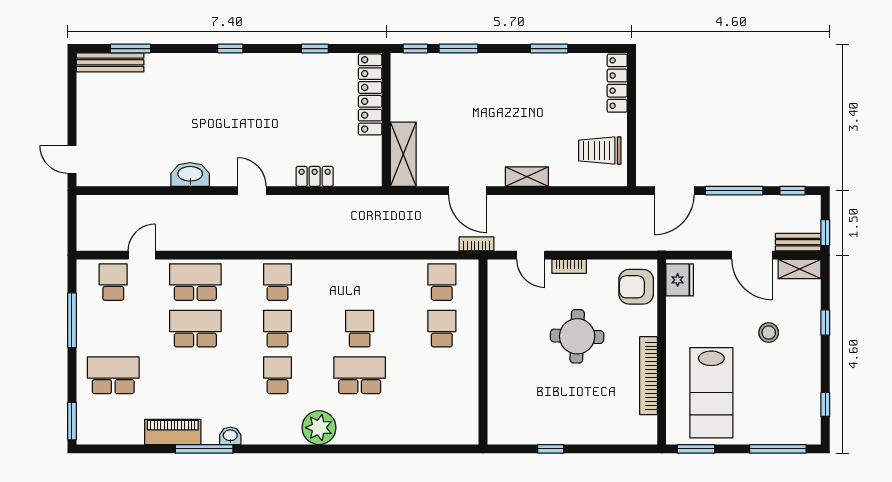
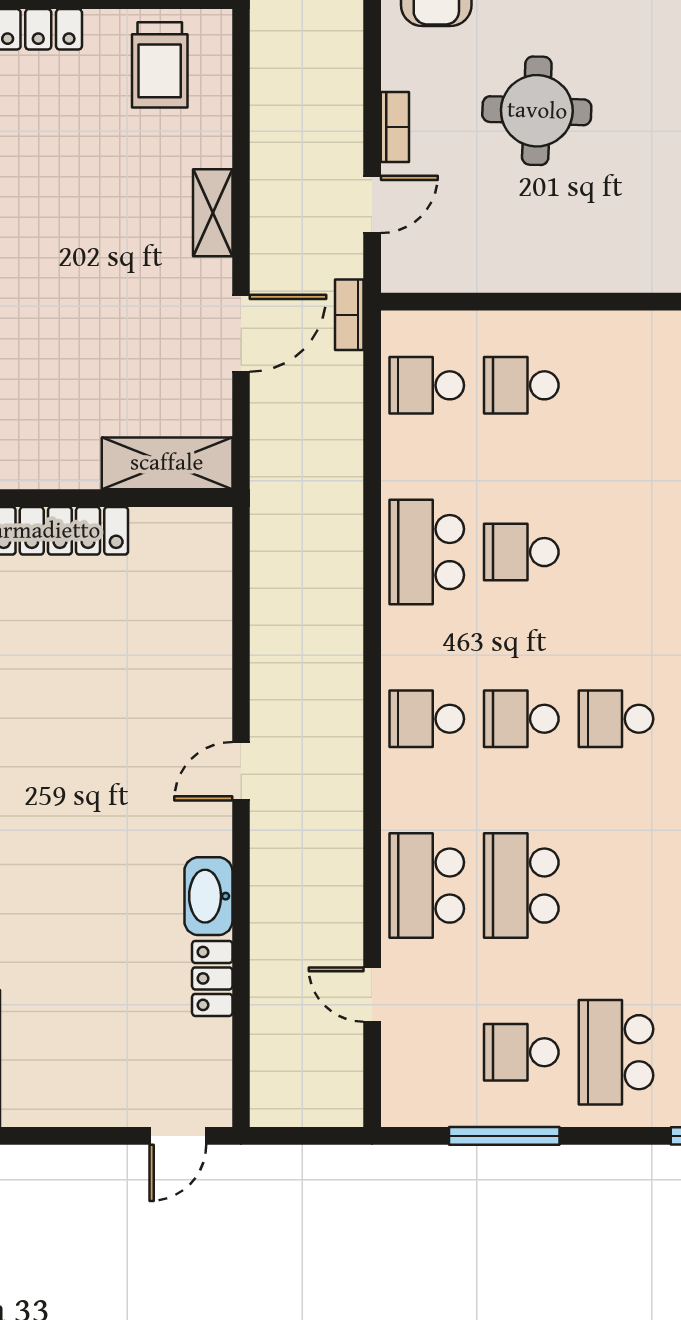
locker: (315, 176) -> (212, 978), moved
school desk: (113, 282) -> (521, 1052), moved
school desk: (360, 375) -> (427, 552), moved

